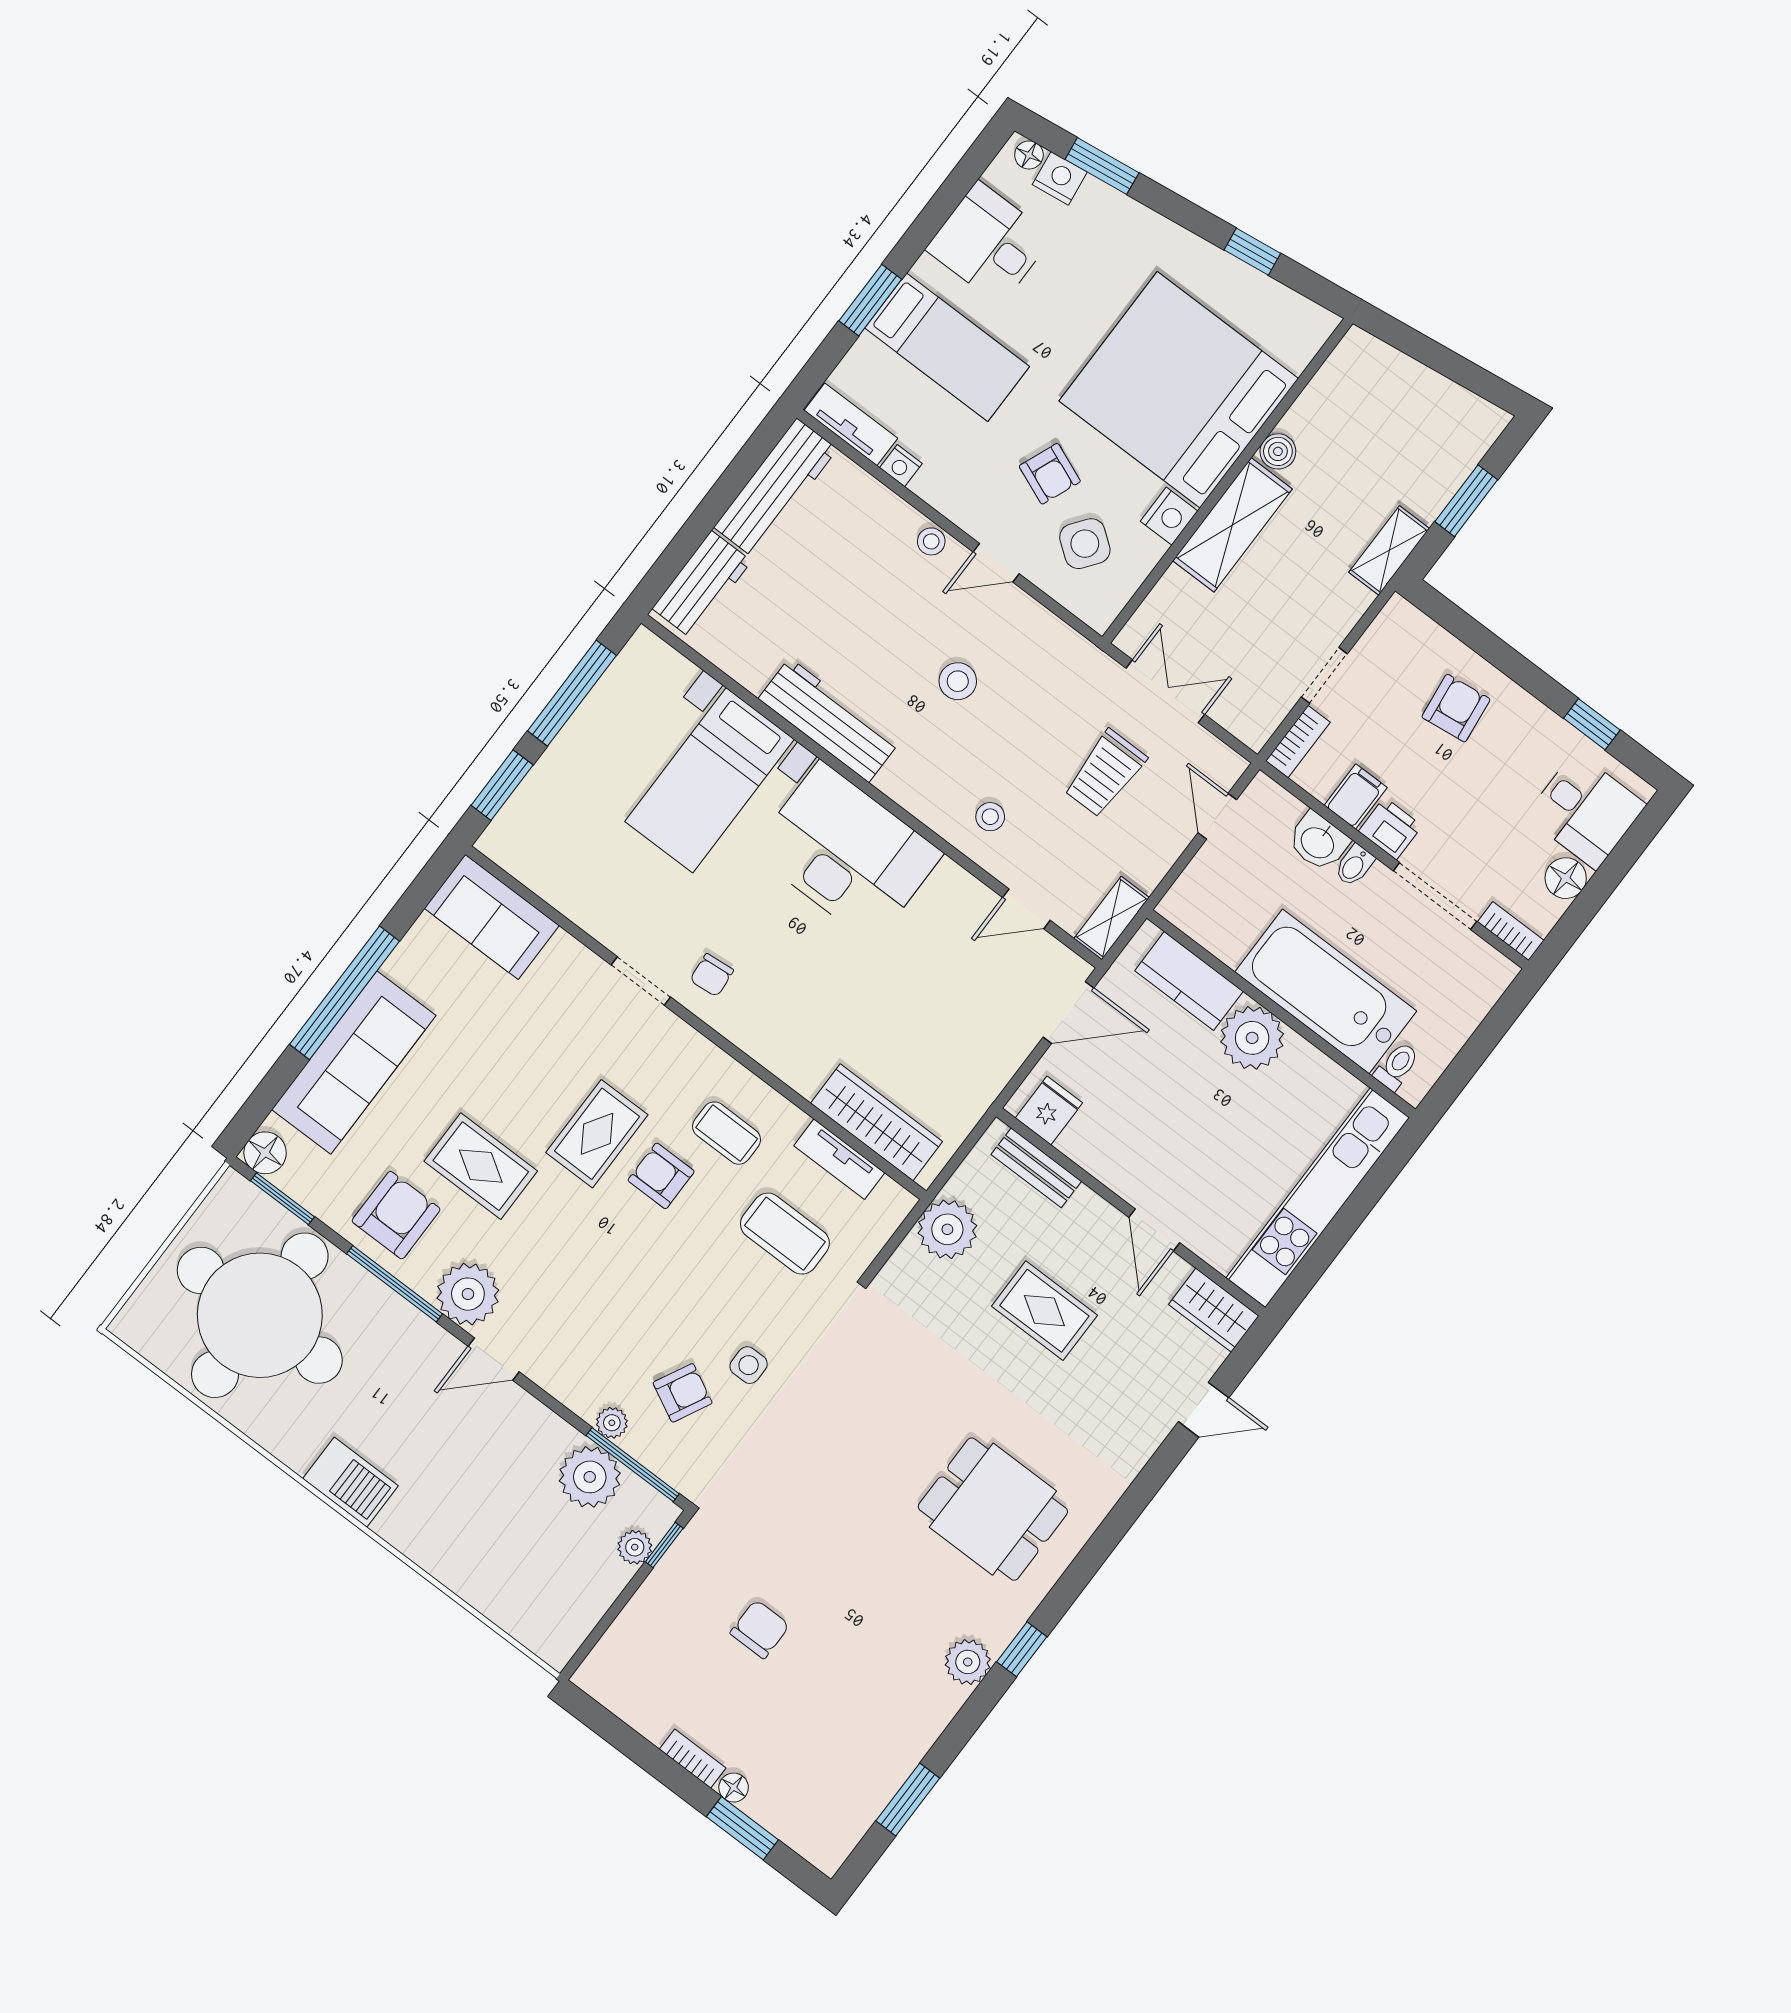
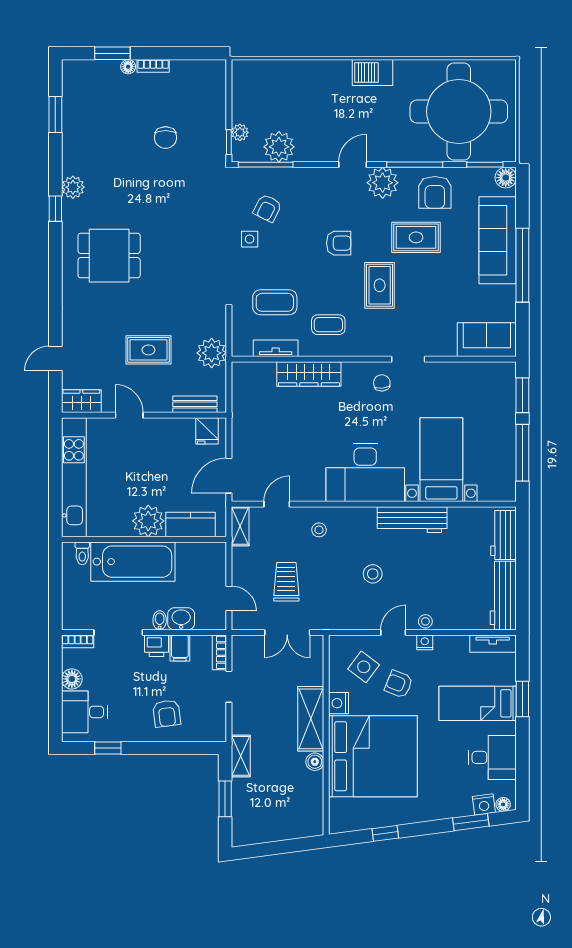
nightstand: (901, 466) -> (425, 642), moved
wardrobe: (876, 1122) -> (309, 374), moved
armchair: (661, 1176) -> (339, 243), moved
plant: (612, 1423) -> (287, 175), removed

